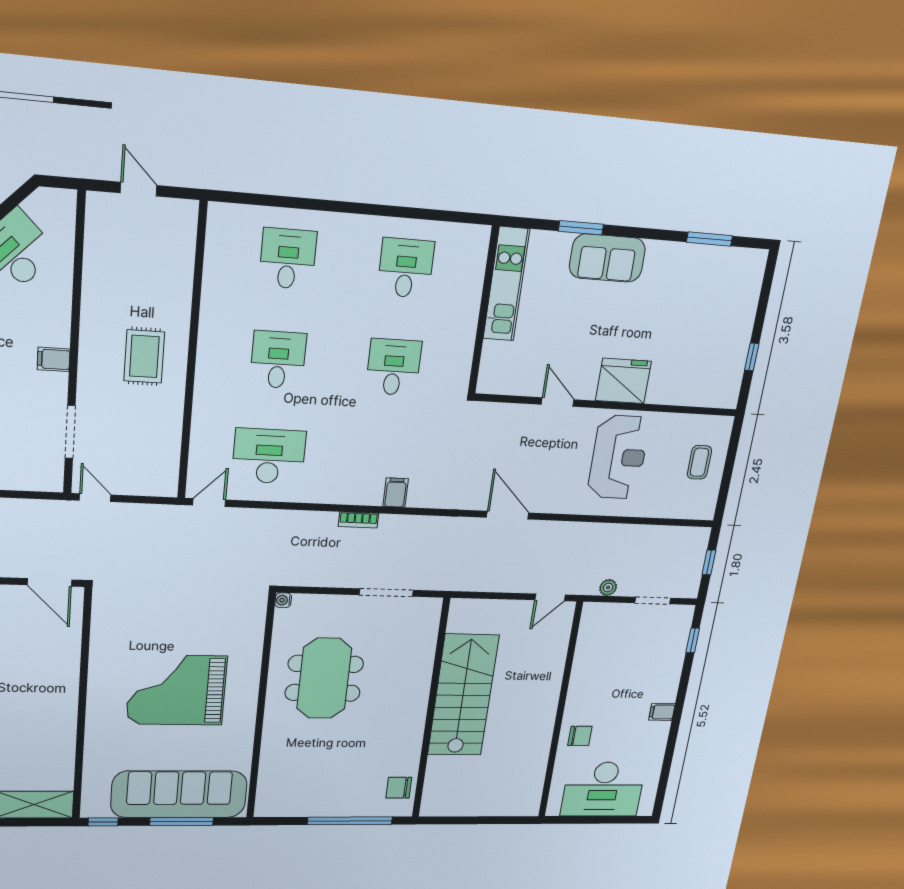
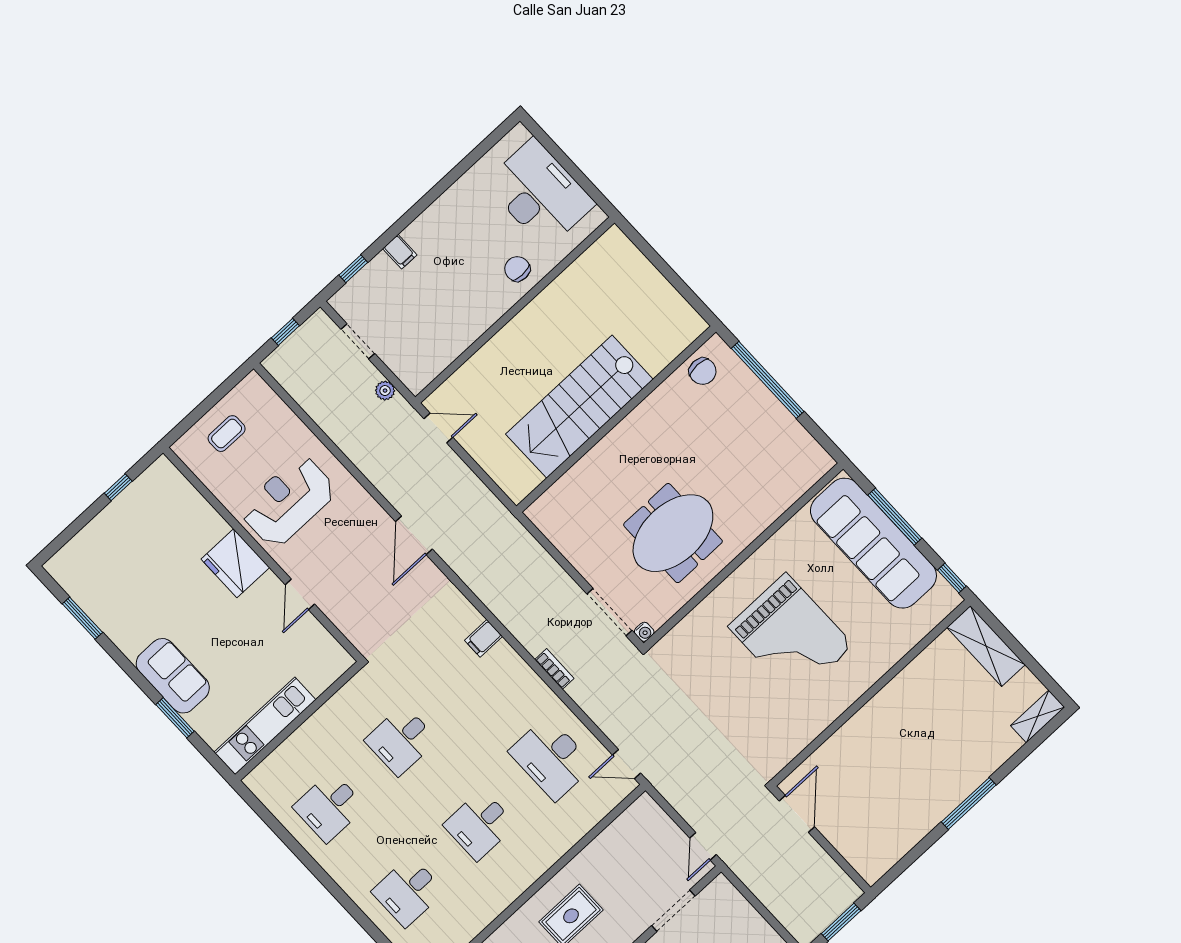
bookcase: (358, 520) -> (554, 669), moved
doorway: (386, 592) -> (609, 612), moved
filing cabinet: (662, 712) -> (400, 252), moved

